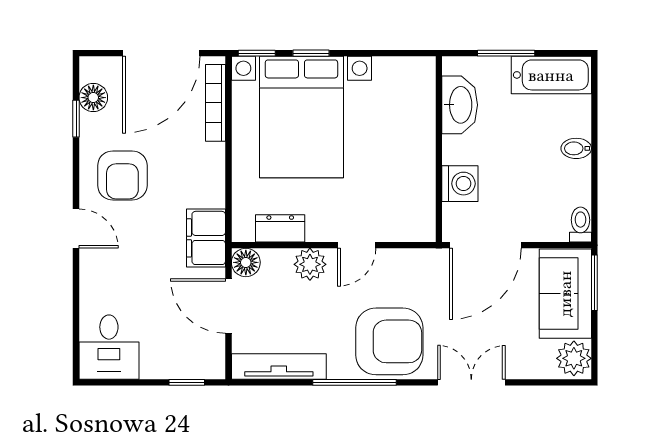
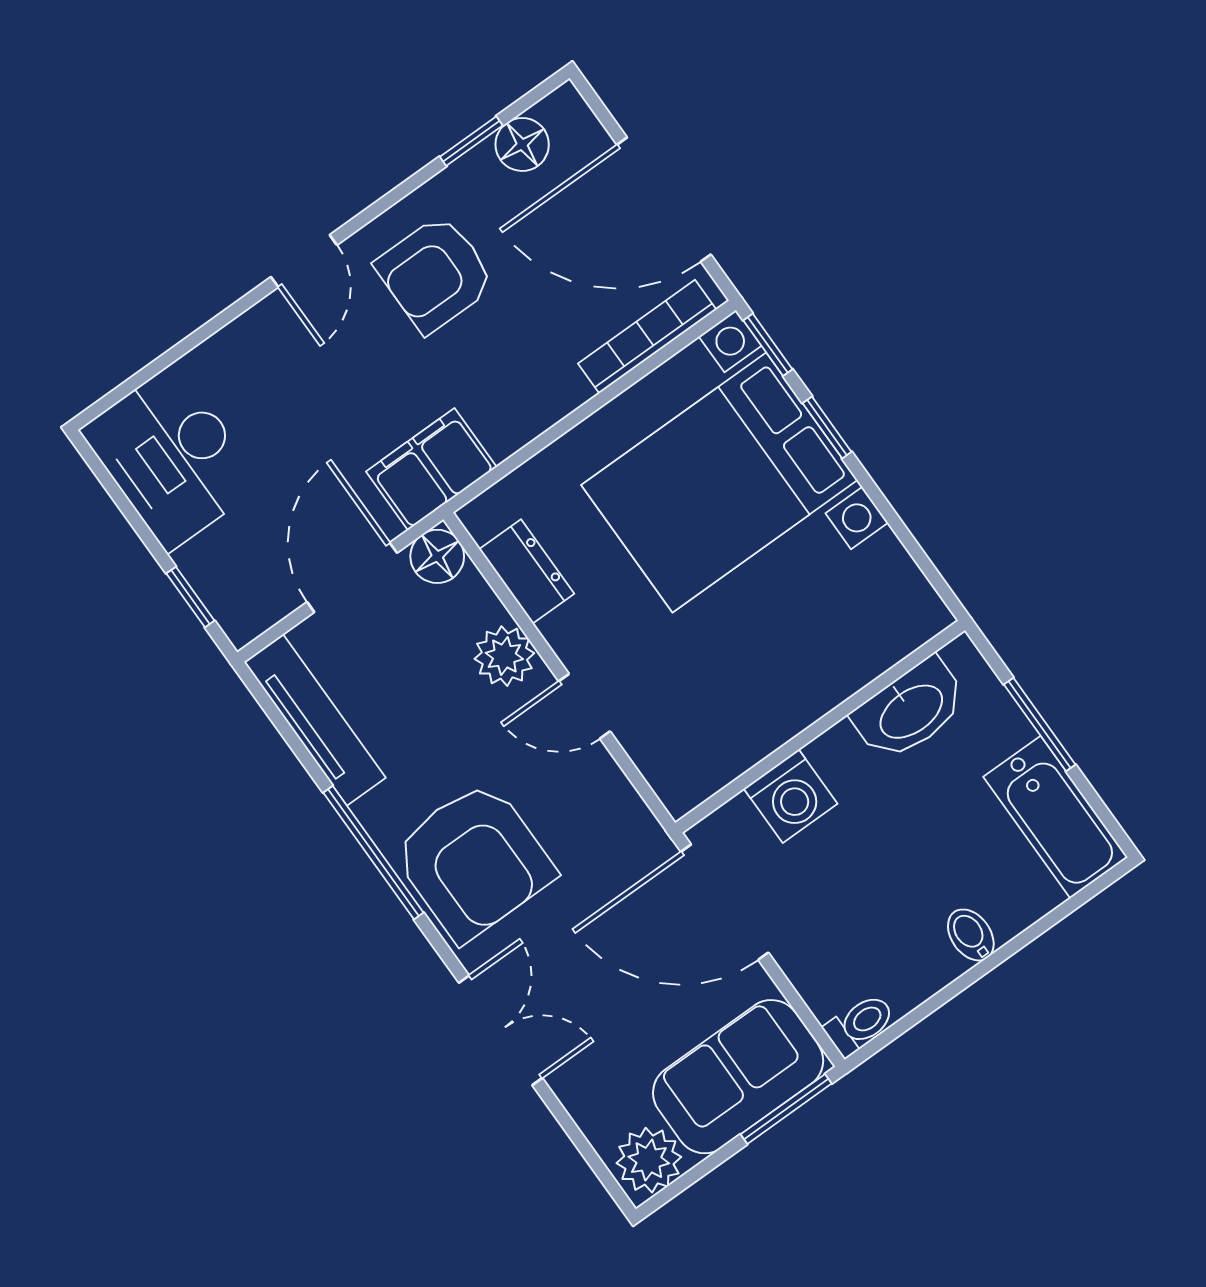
desk: (109, 347) -> (172, 457), width x1.37

